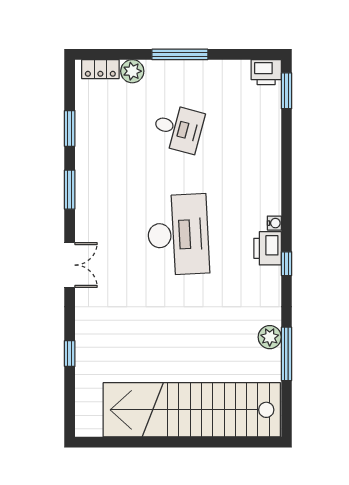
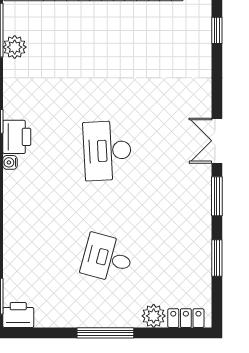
desk: (178, 235) -> (107, 151), width x0.73, depth x0.77
double door: (70, 265) -> (217, 141), moved

